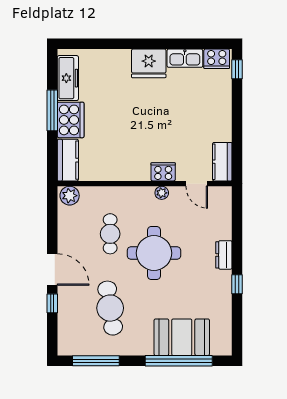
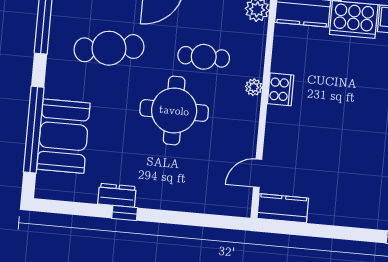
cooker: (163, 172) -> (281, 89), moved
plant: (162, 193) -> (254, 87), moved
dresser: (224, 255) -> (117, 195), moved

